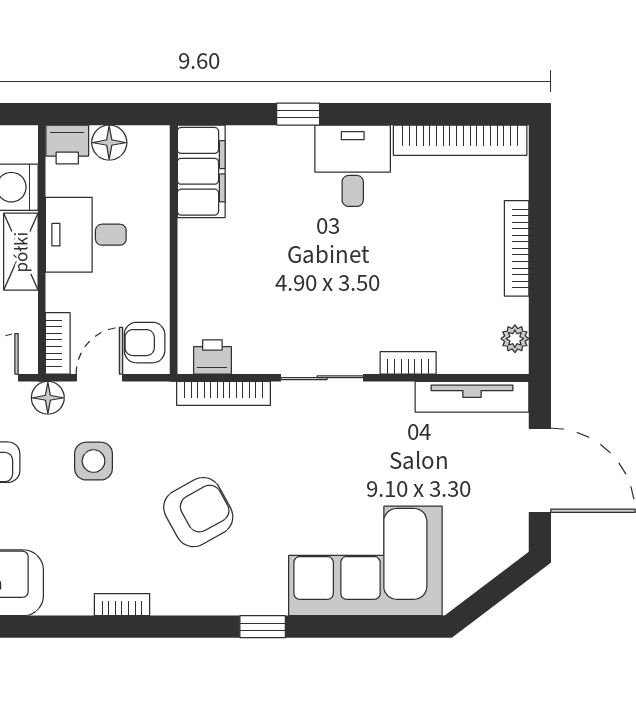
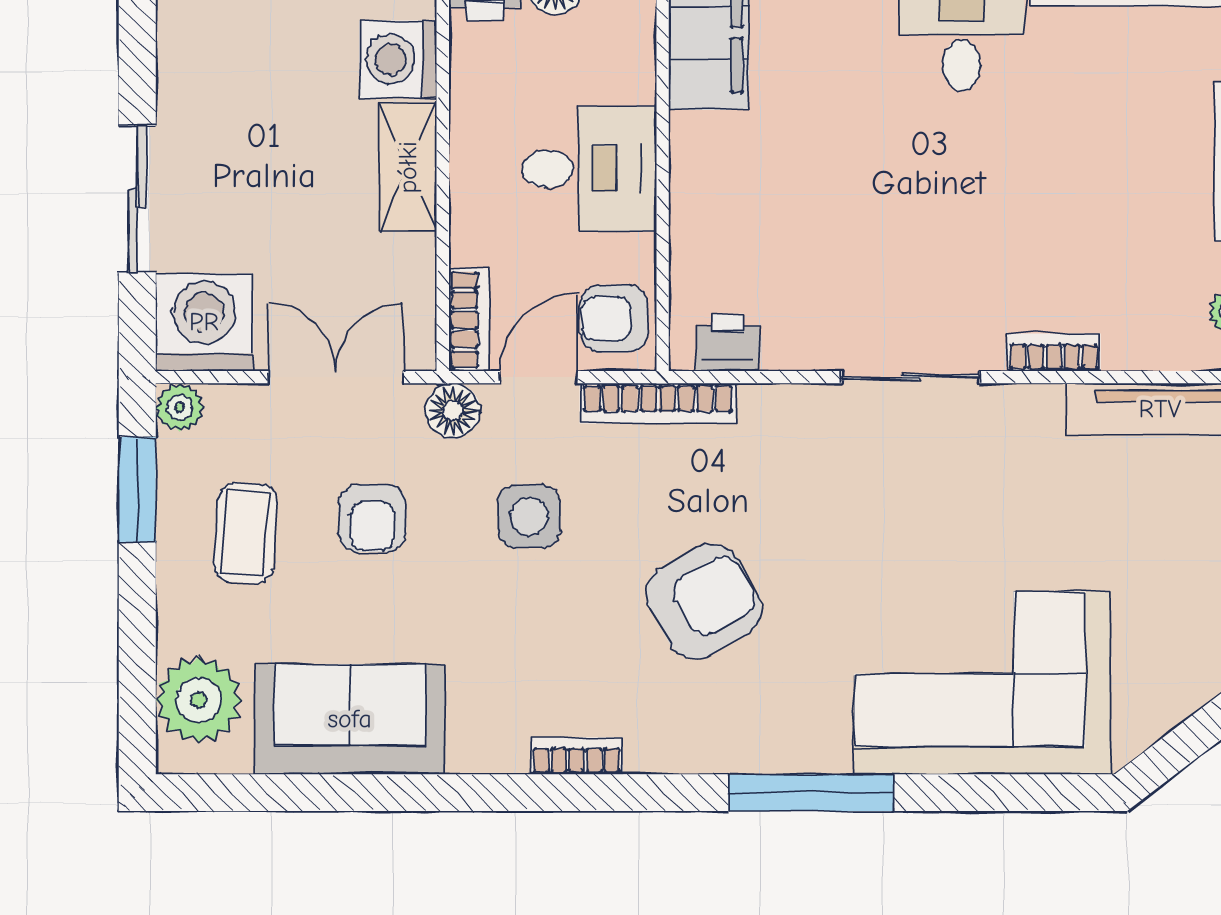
desk: (86, 235) -> (589, 169), moved, turned 180
bookcase: (224, 393) -> (658, 403), moved
window: (263, 627) -> (811, 793), width x2.17

